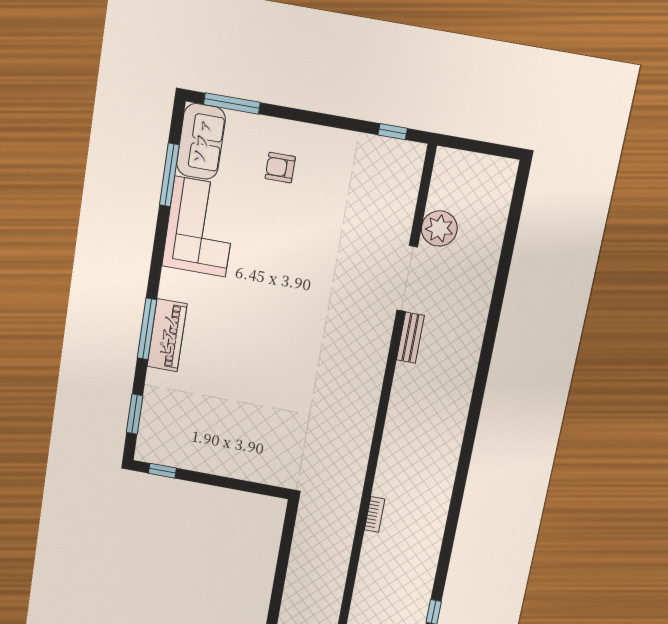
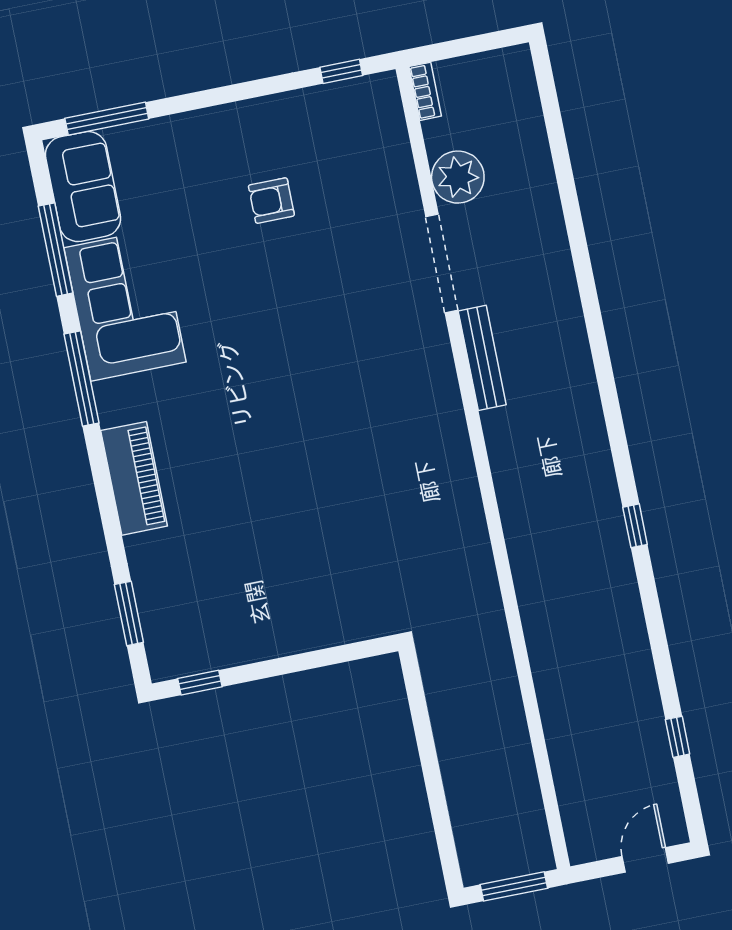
armchair: (280, 168) -> (271, 201), moved
window: (147, 329) -> (82, 378), moved
bench: (410, 338) -> (482, 358), width x1.36
window: (460, 483) -> (635, 526), added
bookcase: (375, 514) -> (425, 91), moved

